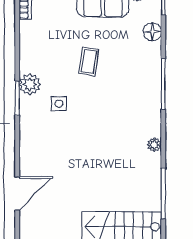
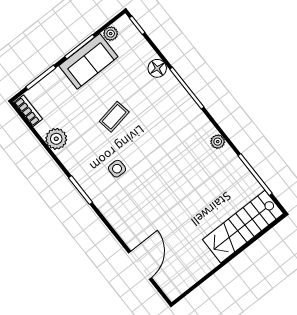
floor lamp: (152, 32) -> (157, 68), moved
coffee table: (89, 61) -> (114, 117), turned 72
plant: (30, 85) -> (56, 139), moved

